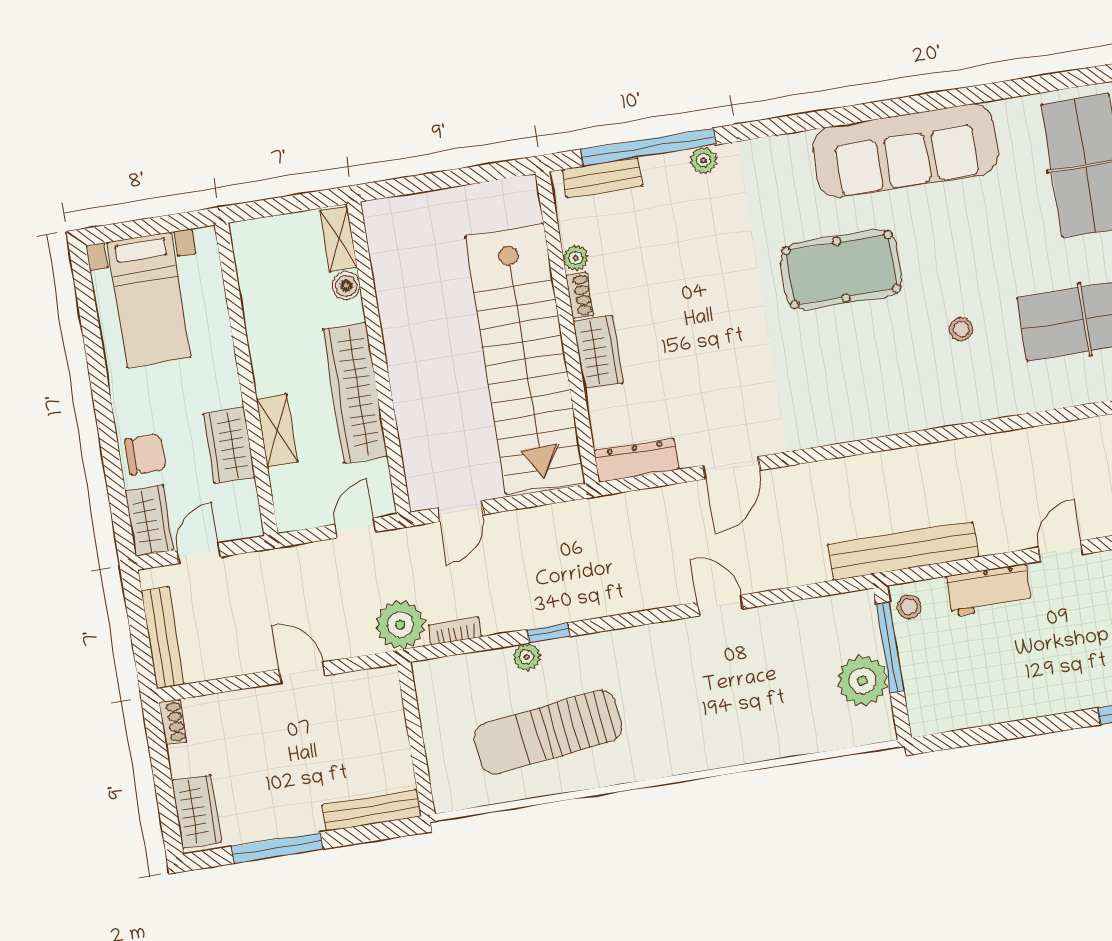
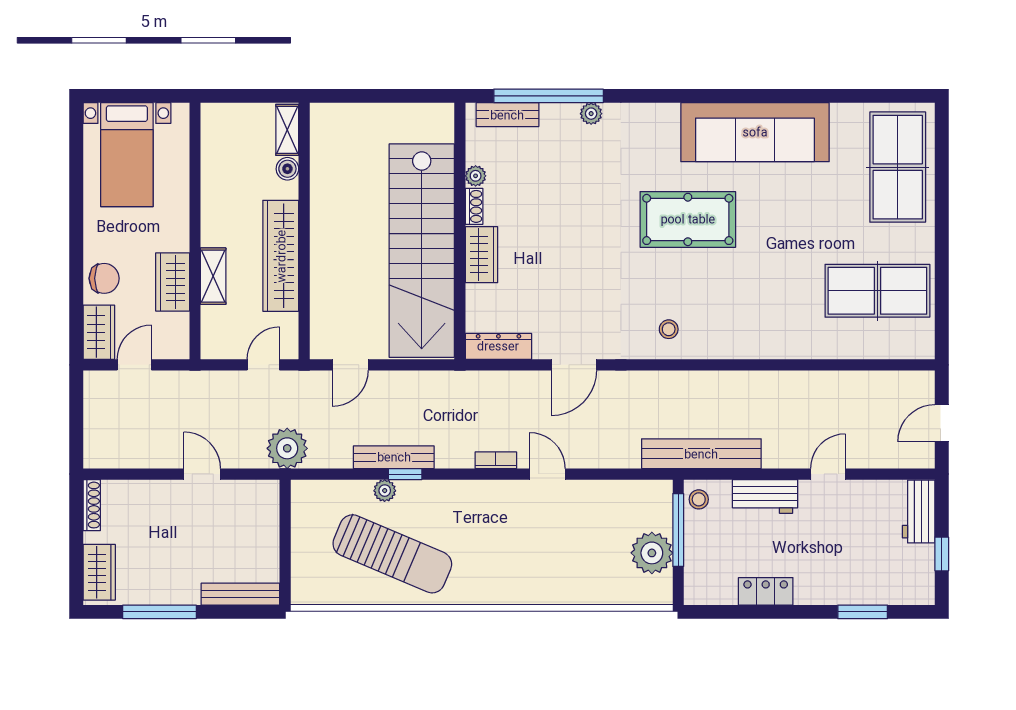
stool: (961, 329) -> (669, 329), moved
bookcase: (455, 631) -> (496, 460), moved
bench: (163, 638) -> (394, 457), moved, turned 90
locker: (1008, 705) -> (766, 591), added
shoe rack: (173, 722) -> (92, 505), width x1.43
sun lounger: (548, 732) -> (392, 554), turned -150

